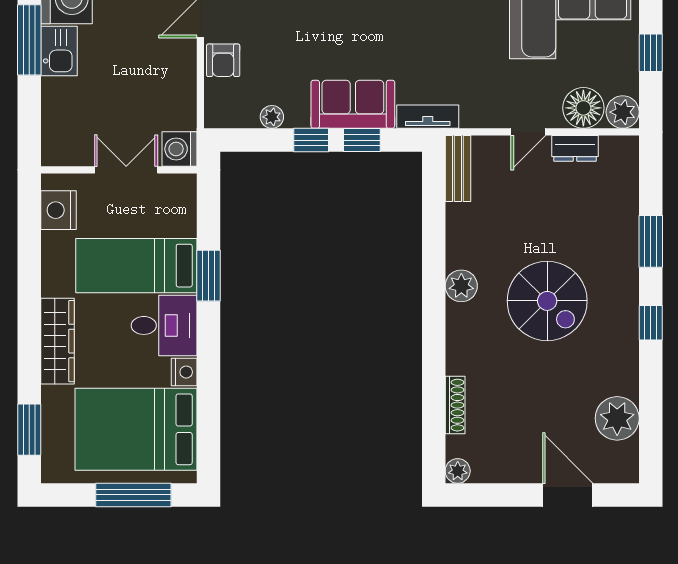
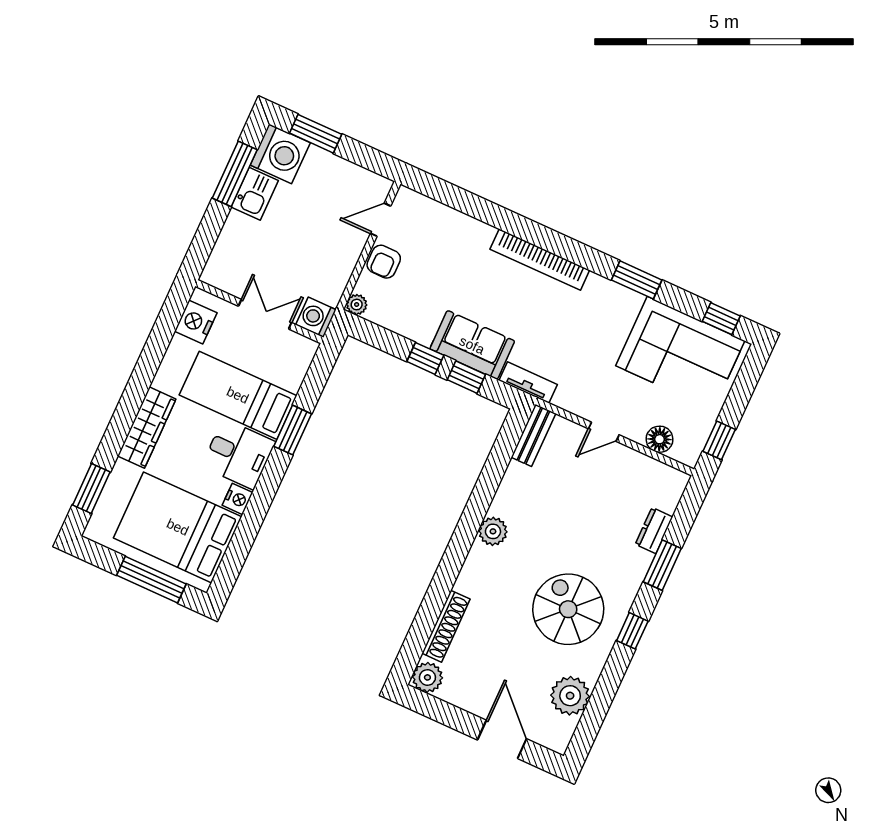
window: (651, 53) -> (719, 440), moved
floor lamp: (583, 108) -> (659, 439), width x0.73, depth x0.73
plant: (623, 112) -> (687, 450), removed
plant: (272, 117) -> (357, 305), moved
dresser: (575, 148) -> (654, 531), moved, turned 90
spiral stairs: (547, 301) -> (568, 609), moved, turned 180
shoe rack: (455, 405) -> (446, 626), width x1.36, depth x1.24
plant: (458, 471) -> (427, 677), width x1.38, depth x1.38

